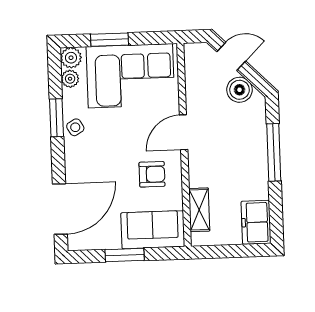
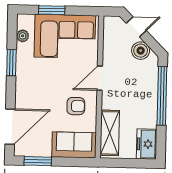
plant: (71, 58) -> (24, 21), removed
side table: (75, 127) -> (24, 70), removed
window: (274, 152) -> (162, 96), width x1.46
shelving: (199, 210) -> (110, 133), width x1.50, depth x1.33
window: (125, 255) -> (38, 161), moved

